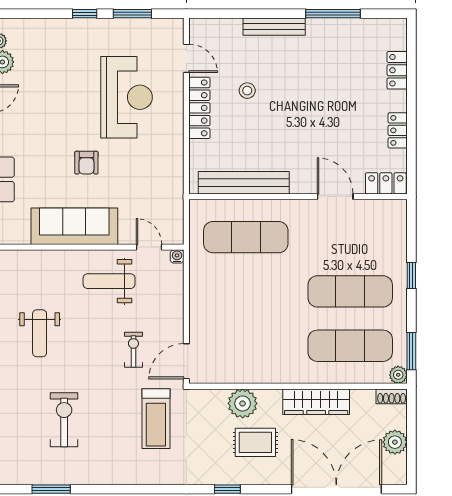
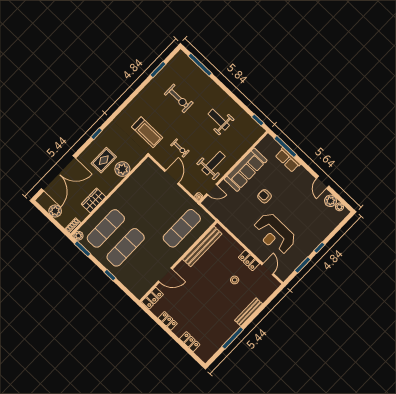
door: (186, 58) -> (268, 269), swing flipped
locker: (199, 108) -> (249, 260), width x0.66
door: (186, 361) -> (172, 177), moved
wardrobe: (316, 402) -> (93, 201), width x0.67
treadmill: (156, 419) -> (147, 132), turned 180

